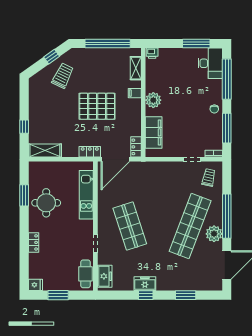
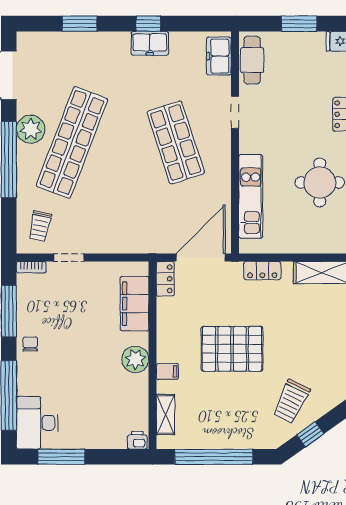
locker: (90, 152) -> (262, 271), moved

